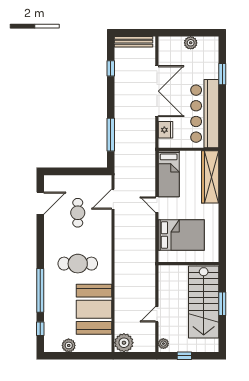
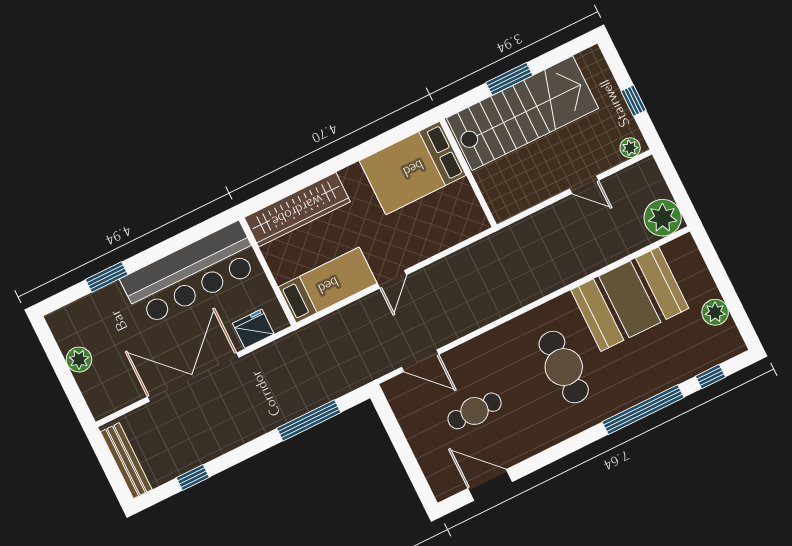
bed: (181, 235) -> (413, 168), moved, turned -90

